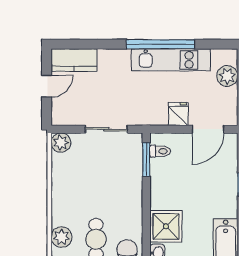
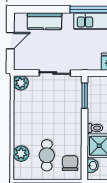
kitchen counter: (74, 60) -> (44, 21), moved
toilet: (160, 151) -> (95, 128), moved

